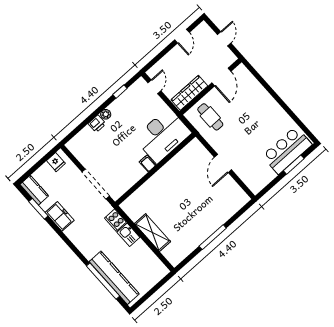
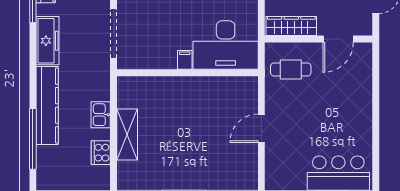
cafe table: (210, 117) -> (291, 69), turned 90
freezer: (60, 216) -> (47, 41), width x1.40
cooker: (115, 220) -> (101, 153), moved
kitchen counter: (114, 278) -> (47, 105), moved

